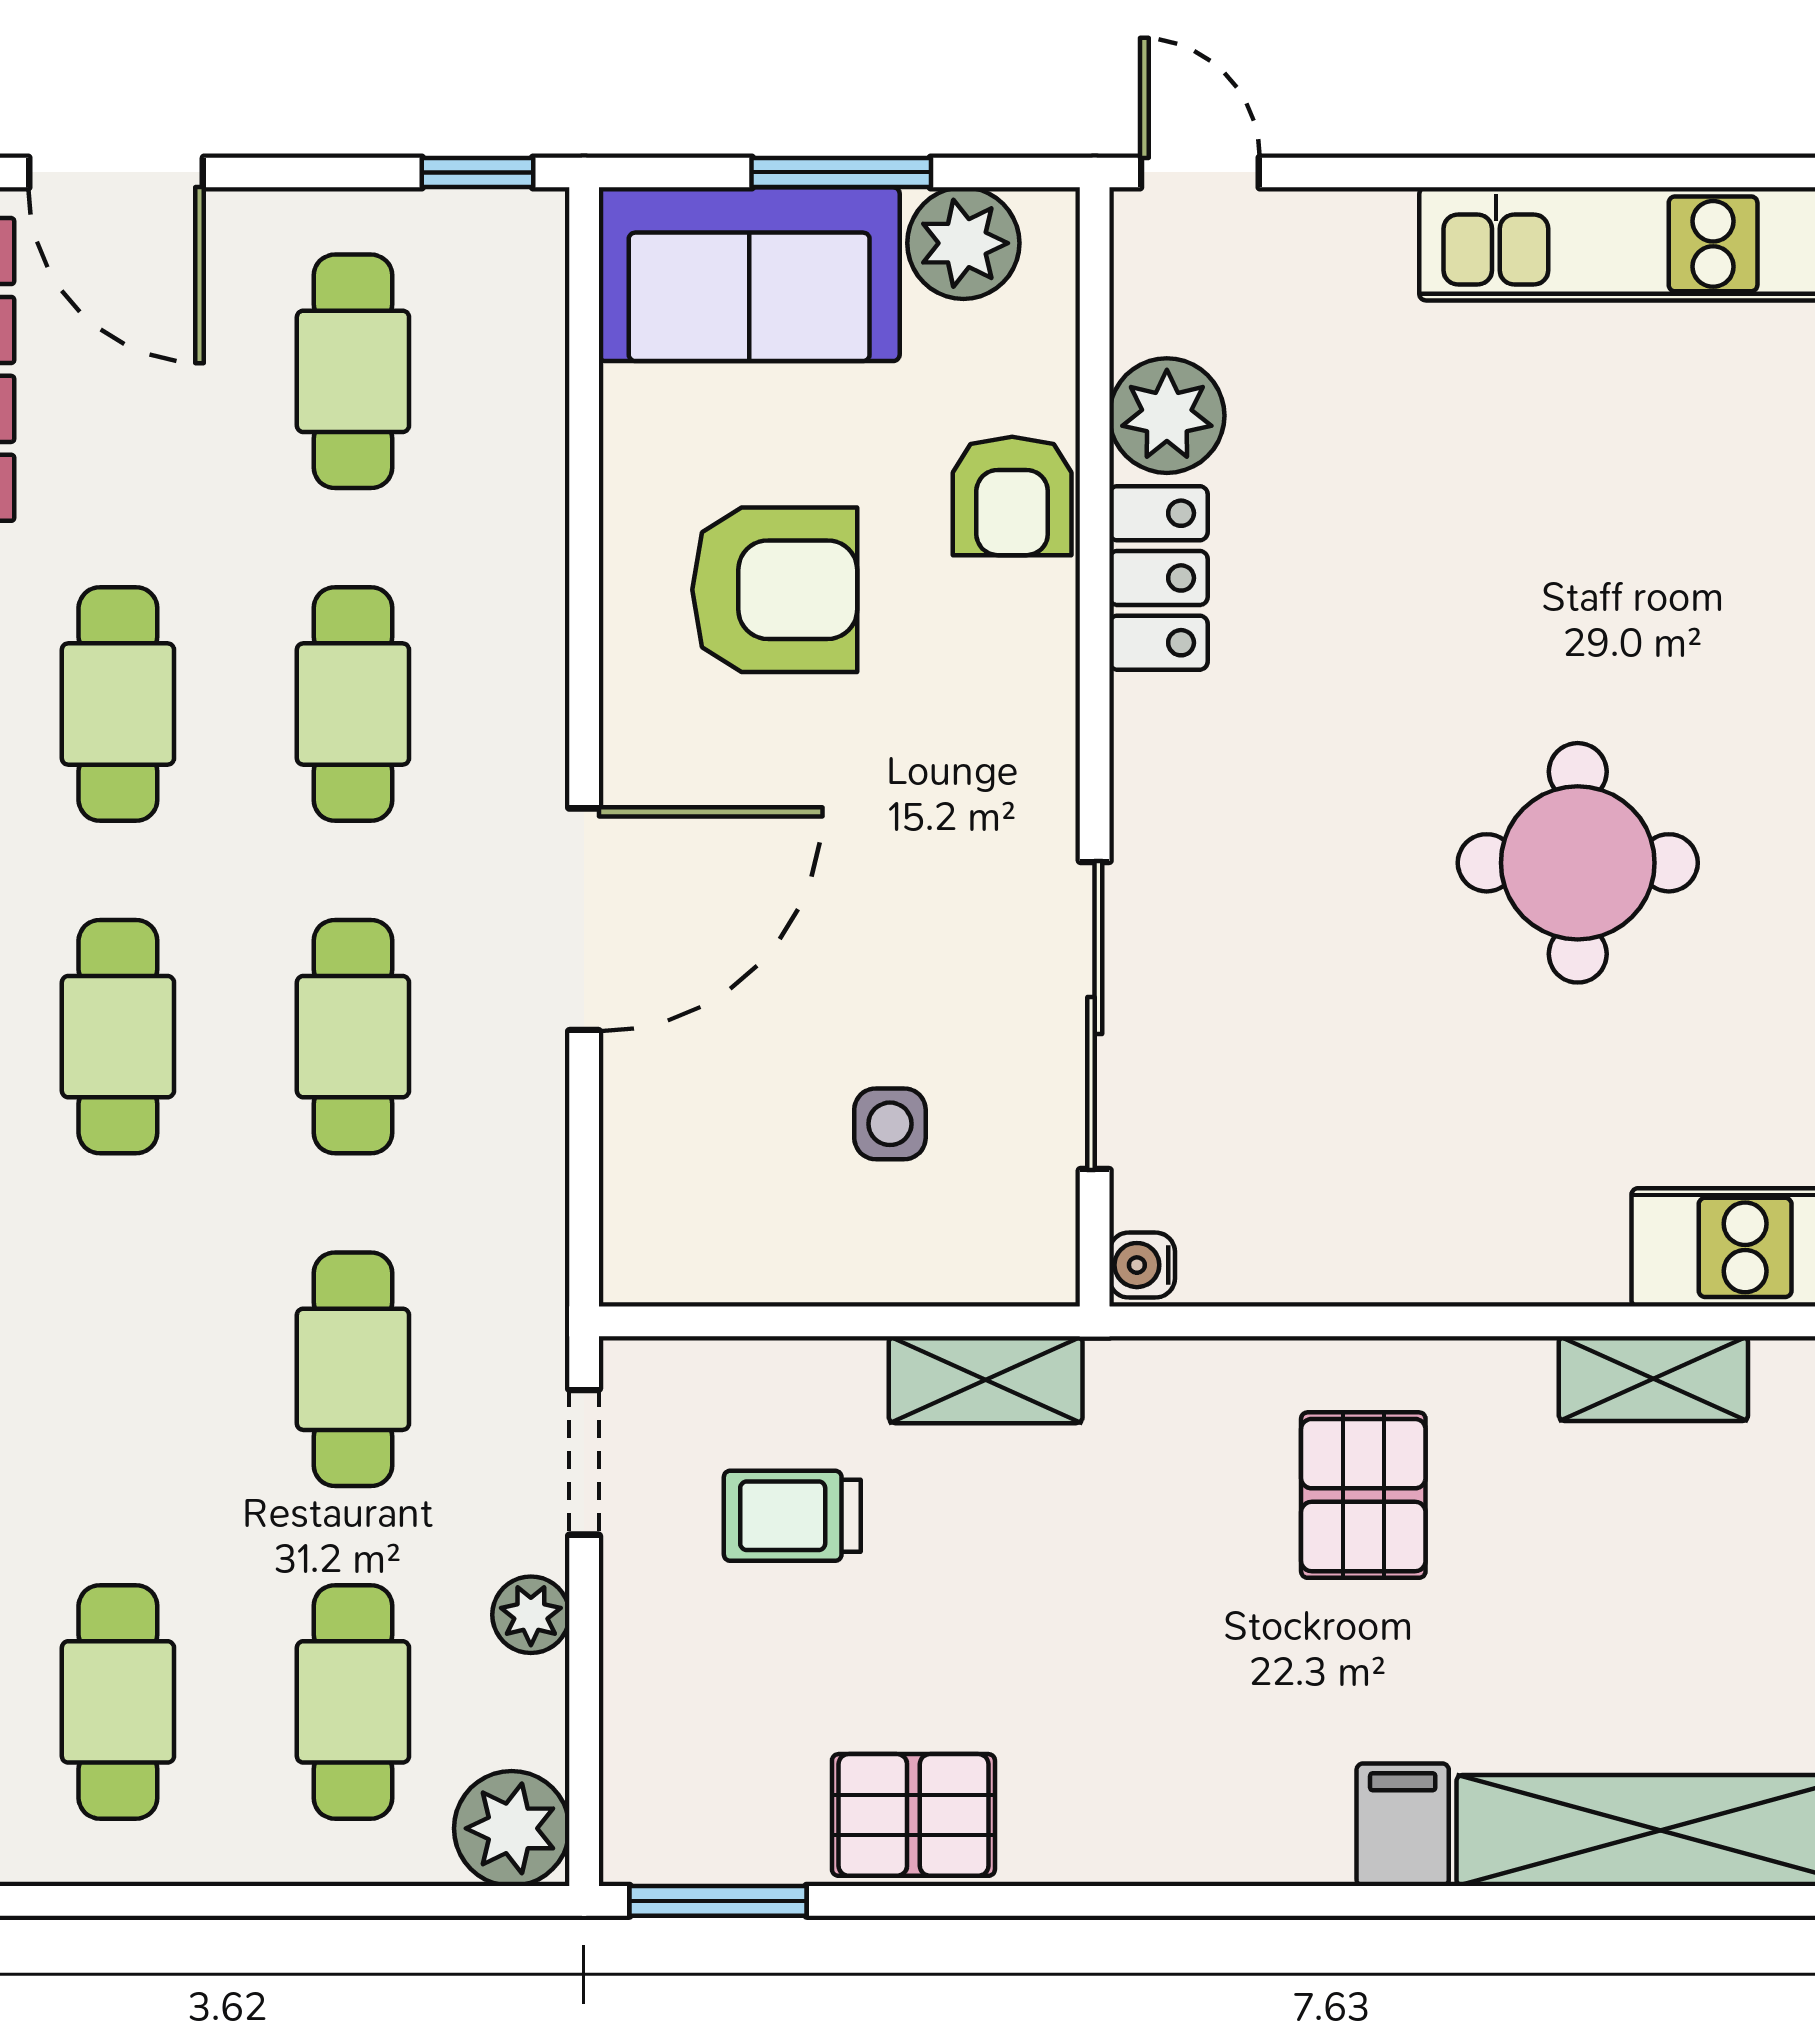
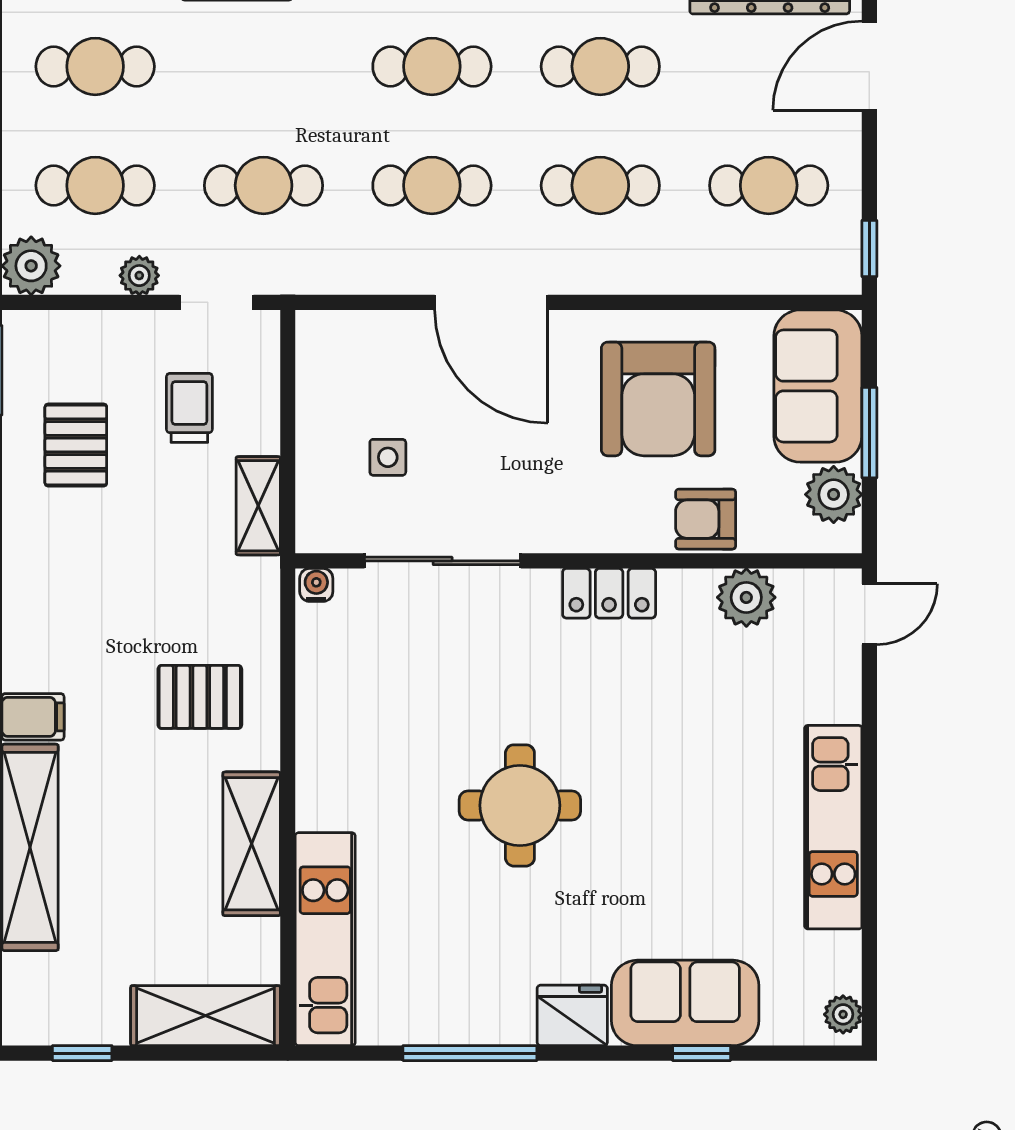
locker: (1158, 578) -> (609, 593), moved
armchair: (775, 590) -> (658, 399), width x1.36, depth x1.36
shelving: (1653, 1379) -> (252, 844), width x1.50, depth x1.33
pallet: (913, 1815) -> (76, 445), moved

